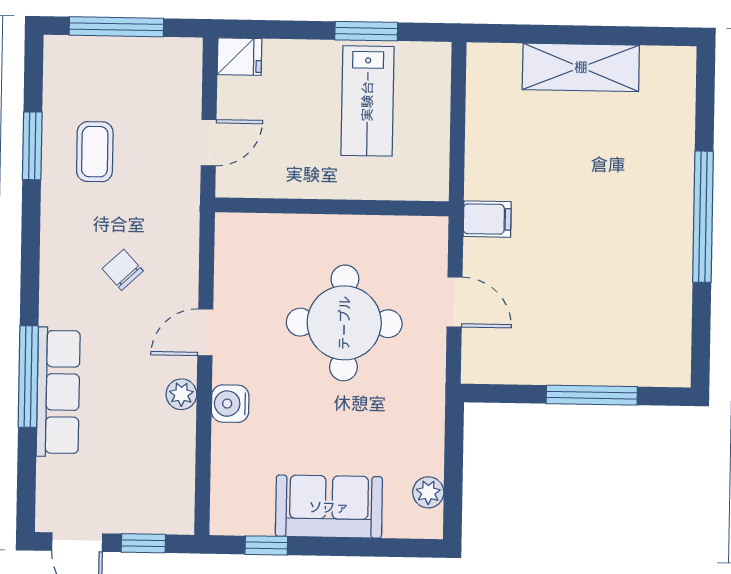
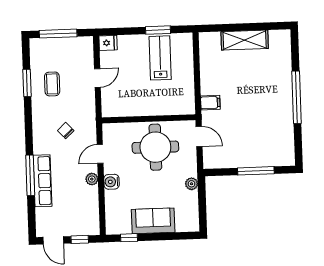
lab bench: (367, 101) -> (160, 58), turned 180
wall: (332, 207) -> (149, 119), moved
plant: (428, 492) -> (192, 184), moved

